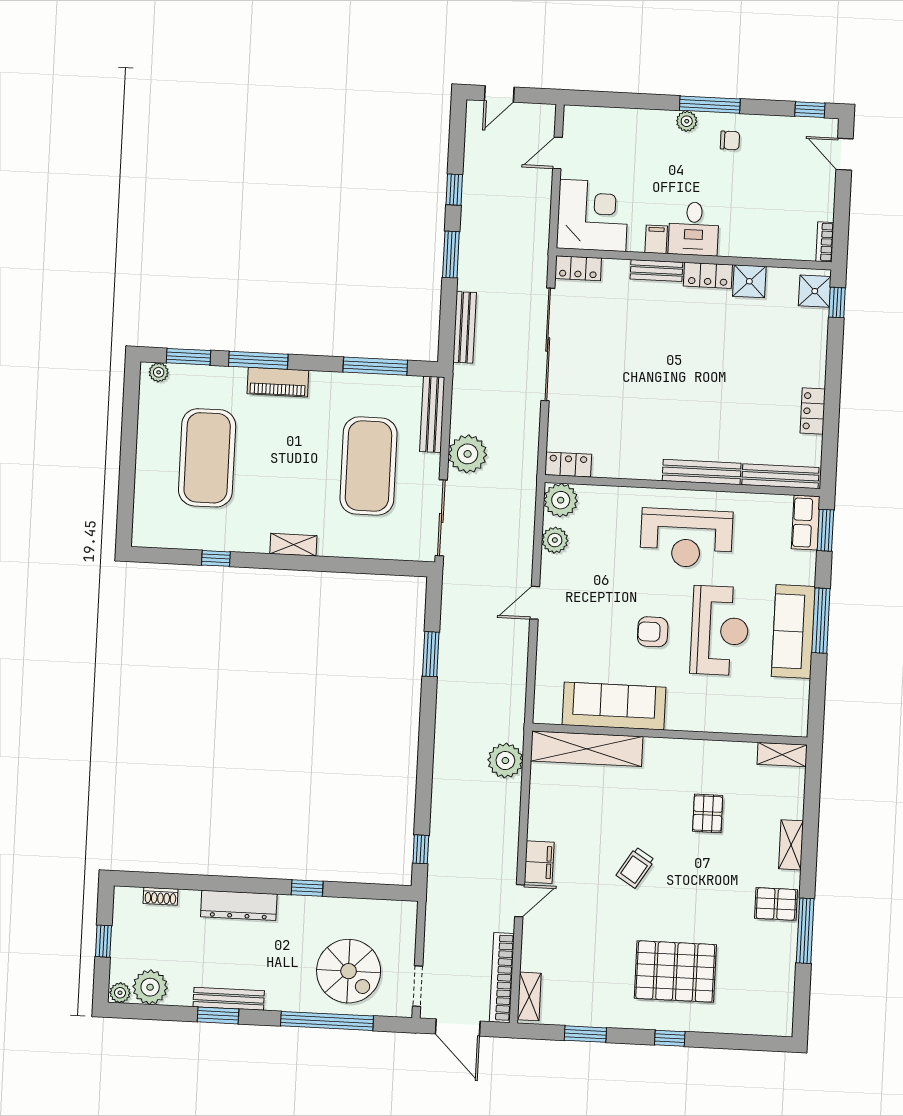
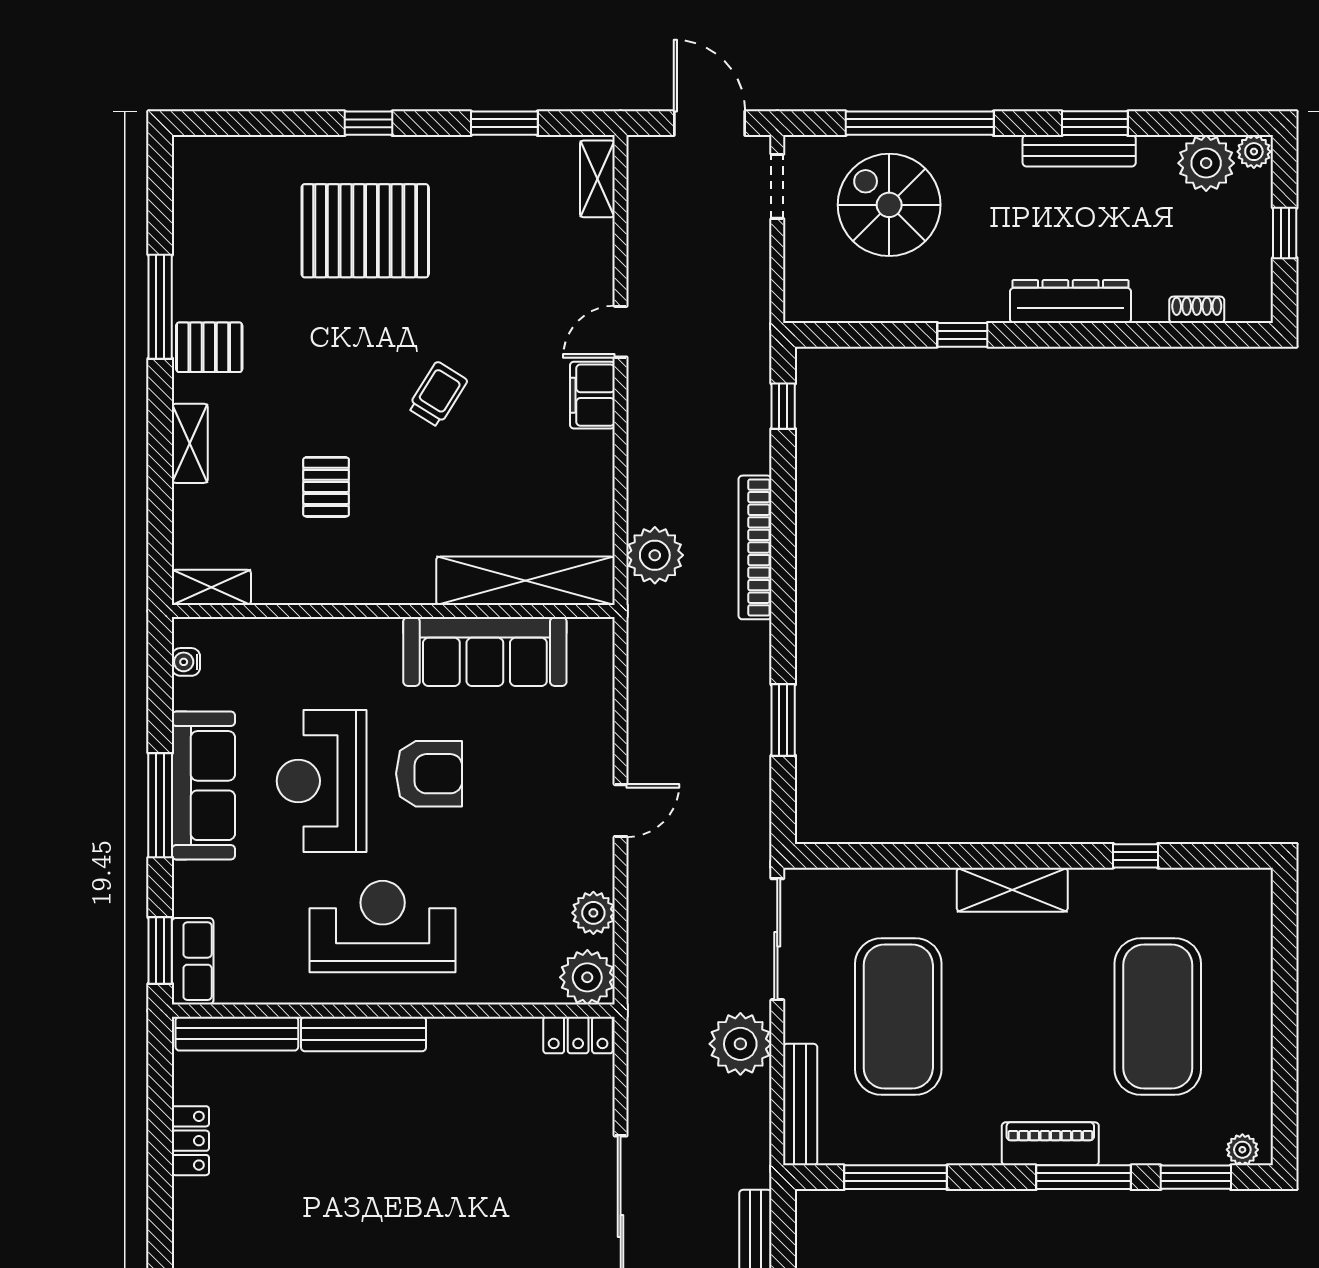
shelving: (293, 545) -> (1012, 890), width x1.50, depth x1.33
armchair: (653, 632) -> (429, 774), width x1.38, depth x1.38
water cooler: (800, 709) -> (186, 662), added
bookcase: (502, 978) -> (755, 547), moved, turned 180

